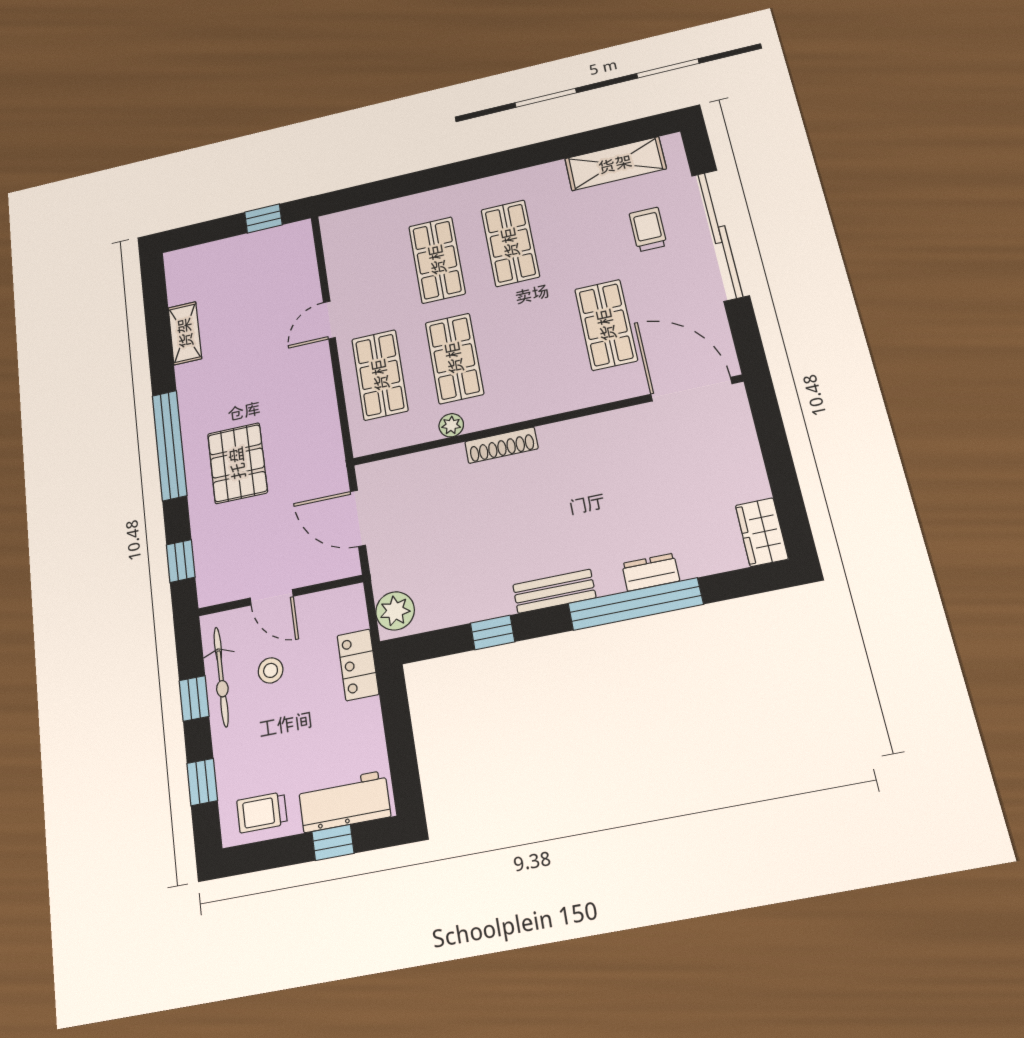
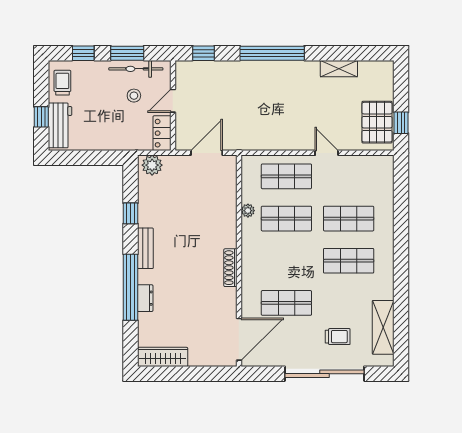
shoe rack: (501, 445) -> (230, 268), moved
pallet: (237, 463) -> (377, 122), moved, turned 90
wardrobe: (762, 532) -> (163, 357), width x1.50
locker: (358, 665) -> (162, 133), moved, turned -90
window: (194, 698) -> (127, 53), width x1.50

